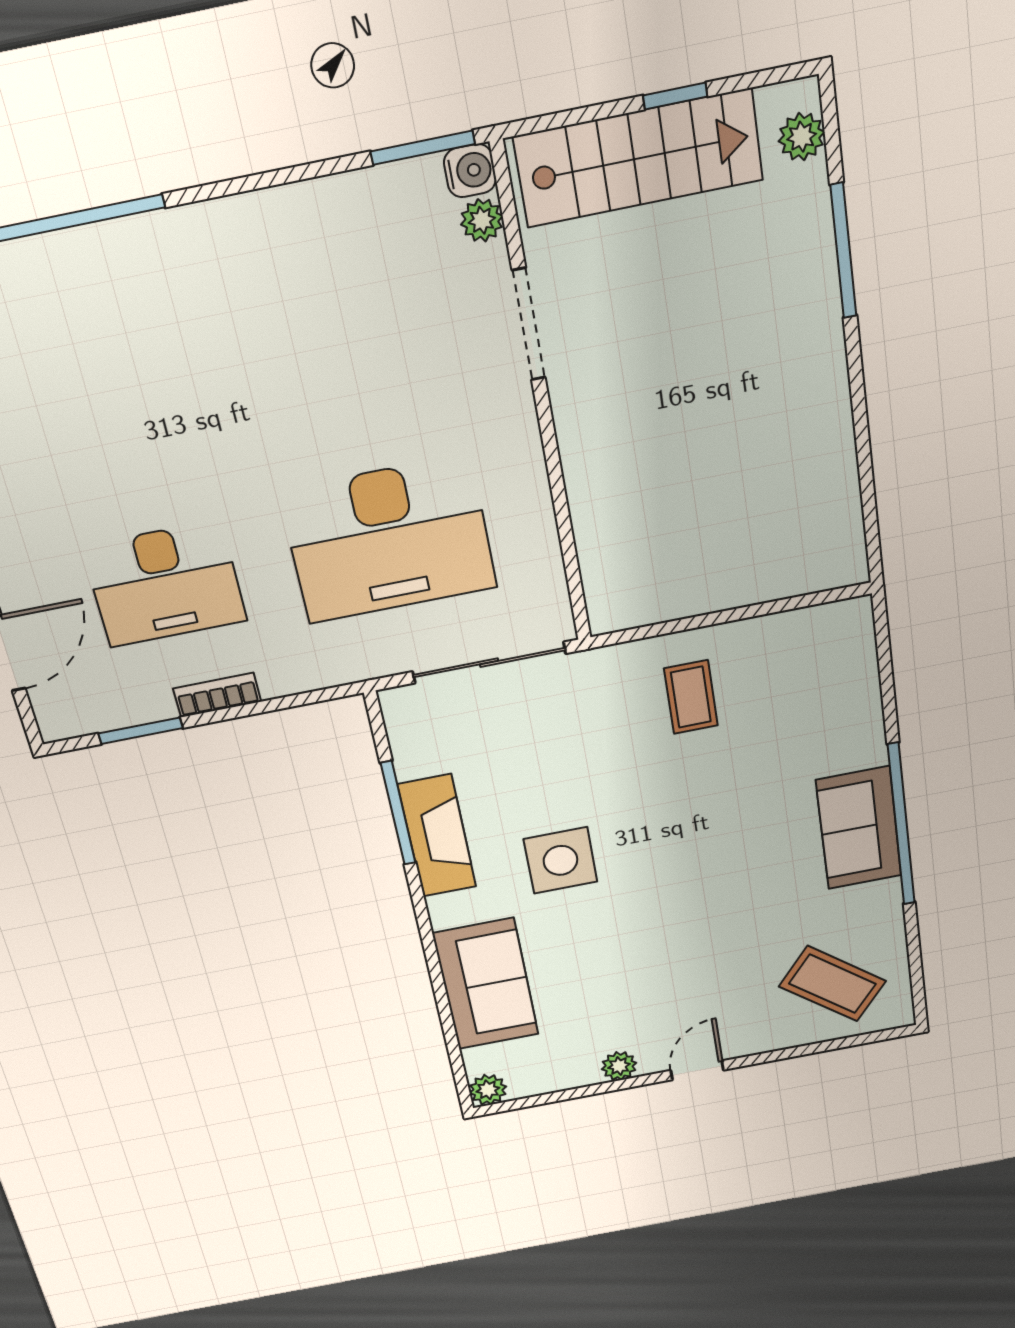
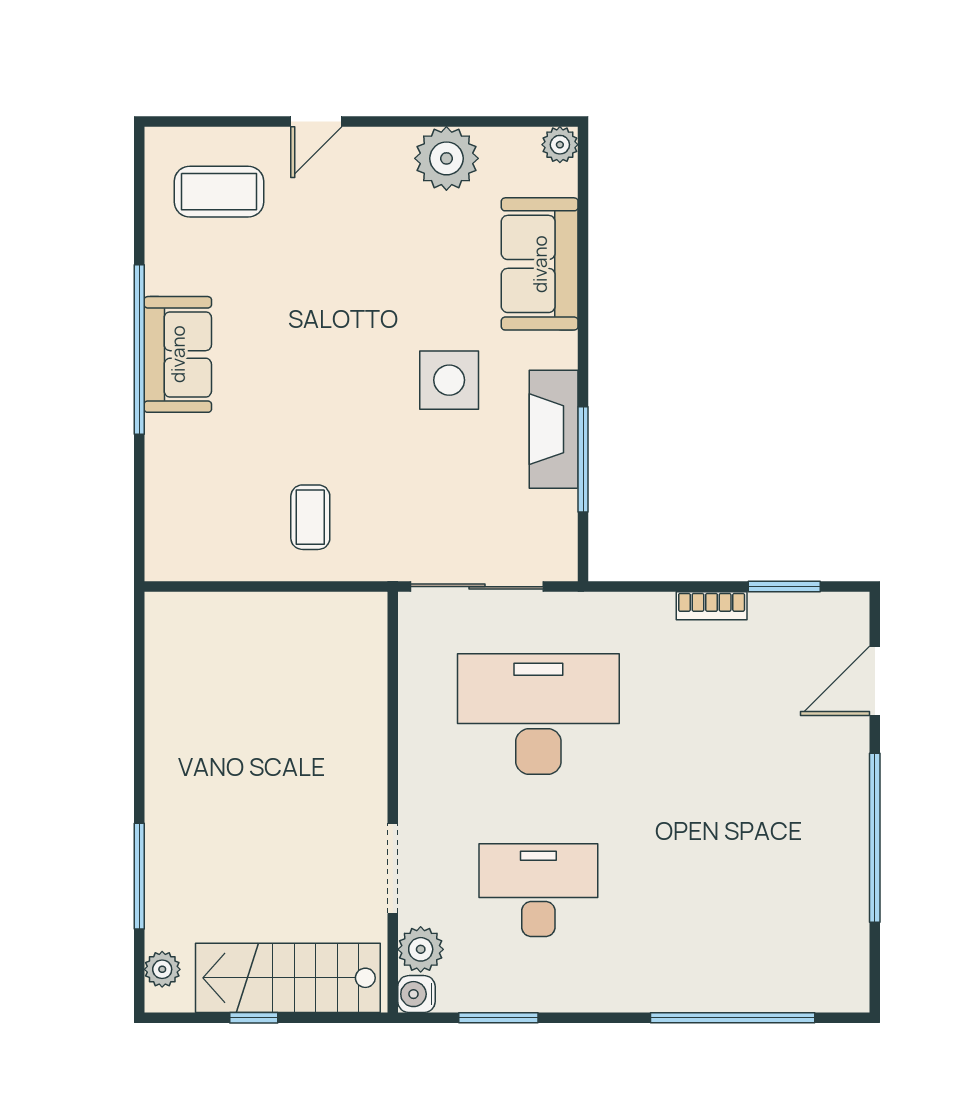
window: (423, 148) -> (498, 1018), moved
plant: (482, 220) -> (421, 949), width x1.38, depth x1.38
desk: (165, 584) -> (538, 890), moved
coffee table: (832, 984) -> (219, 192), turned -39
plant: (619, 1066) -> (446, 158), width x1.87, depth x1.87
door: (697, 1070) -> (316, 122), moved

